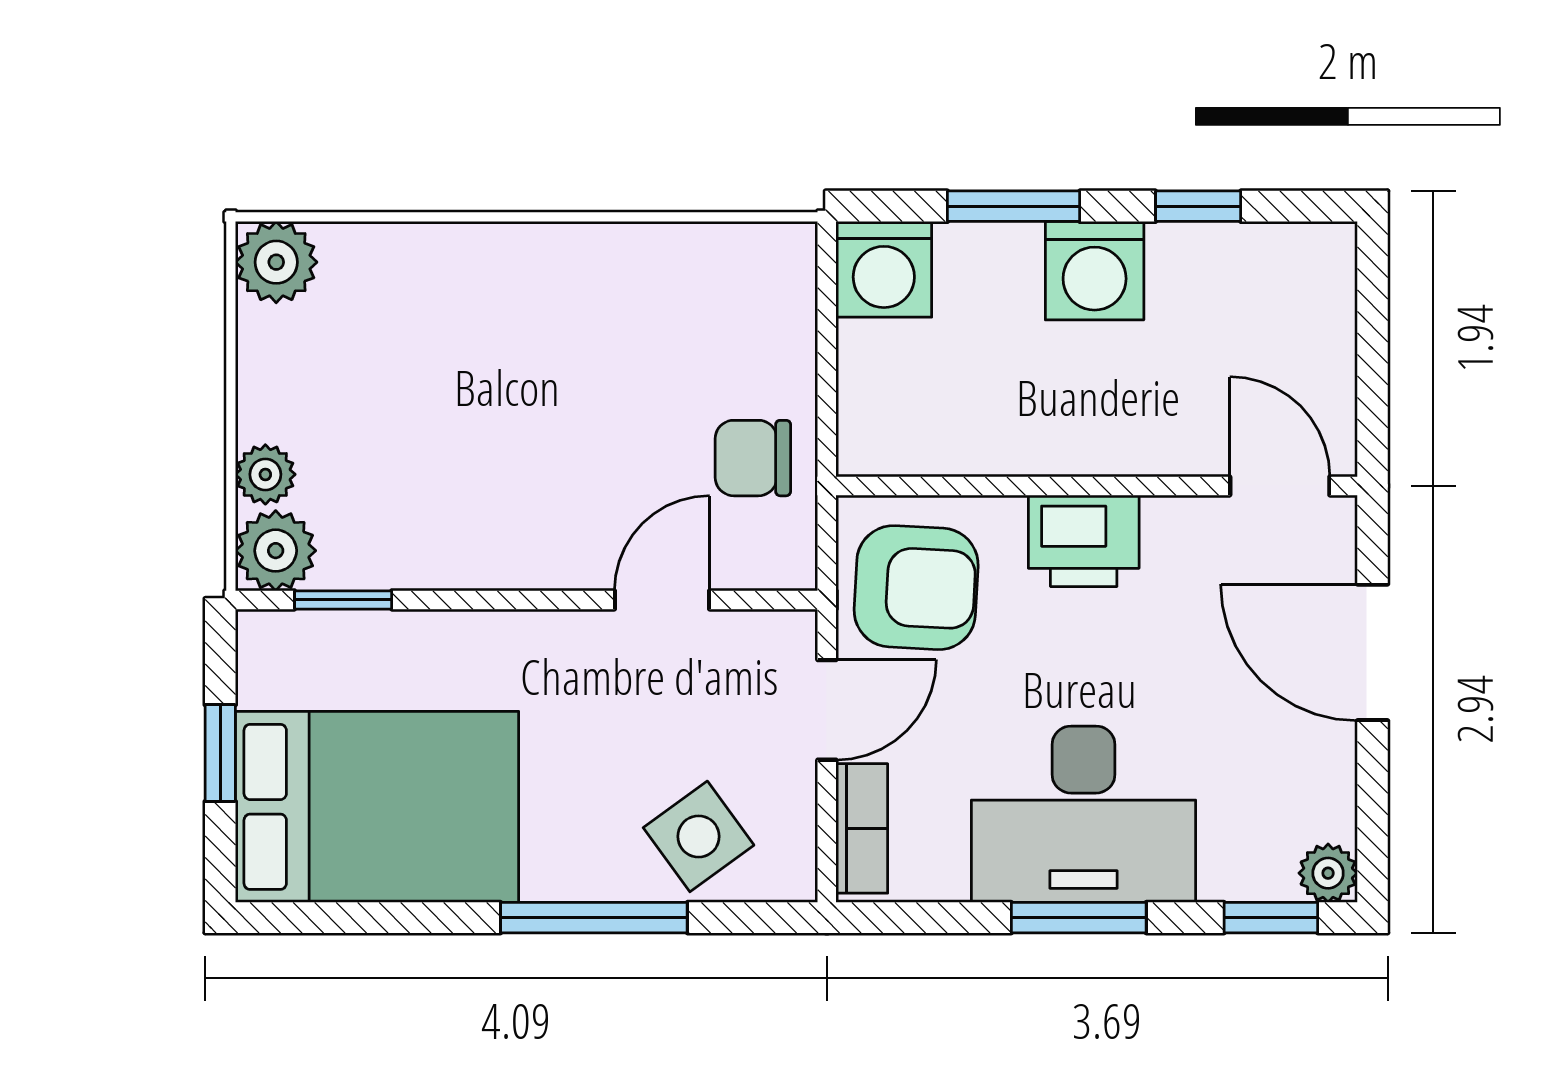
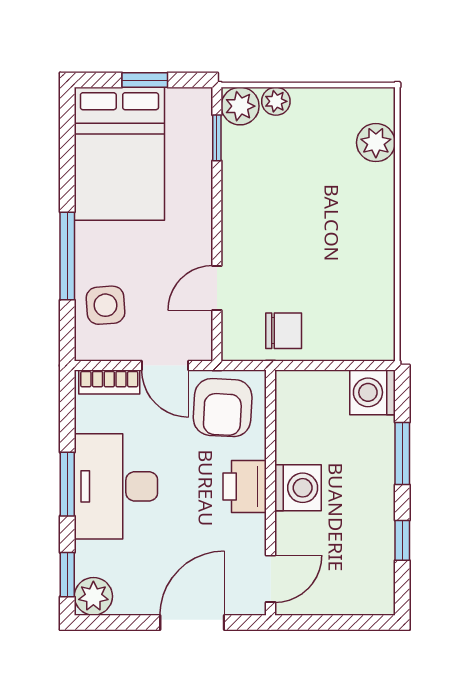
plant: (276, 262) -> (376, 143), moved
washing machine: (1095, 271) -> (298, 488), moved, turned 180
chair: (753, 458) -> (284, 331), turned 90
door: (662, 600) -> (217, 288), swing flipped
side table: (699, 836) -> (105, 305), turned 32
plant: (1328, 873) -> (93, 596), width x1.38, depth x1.38

